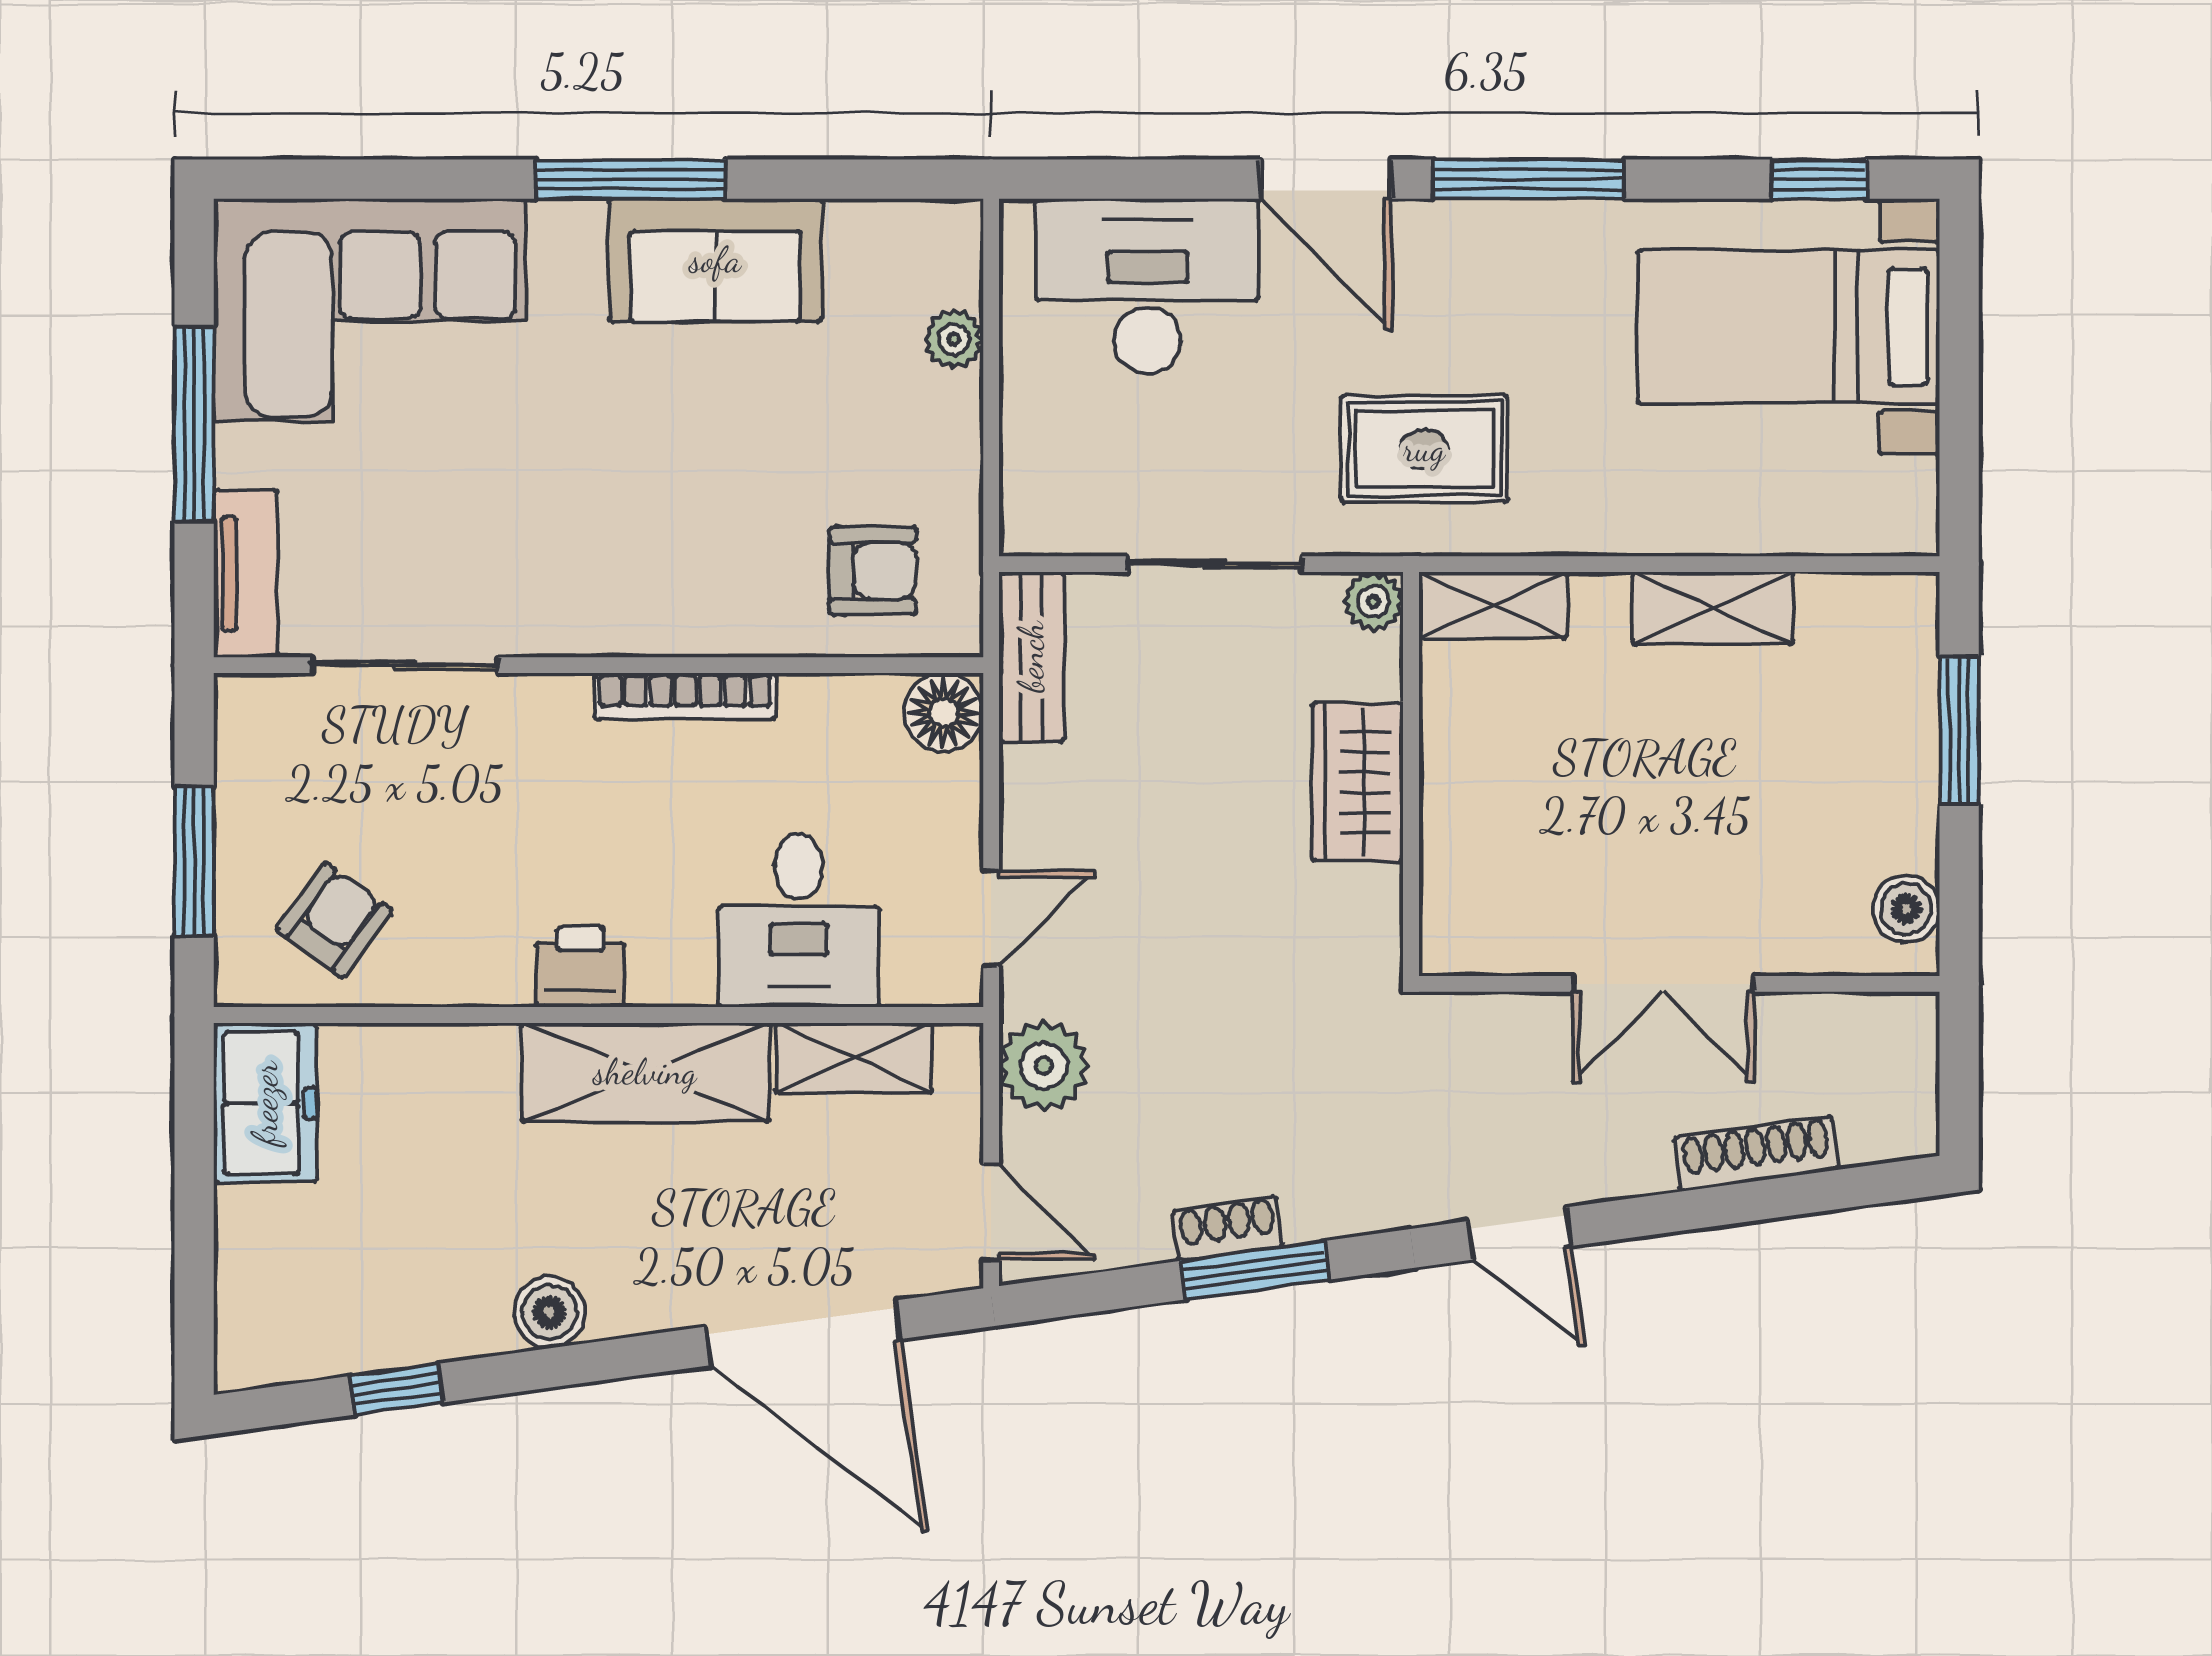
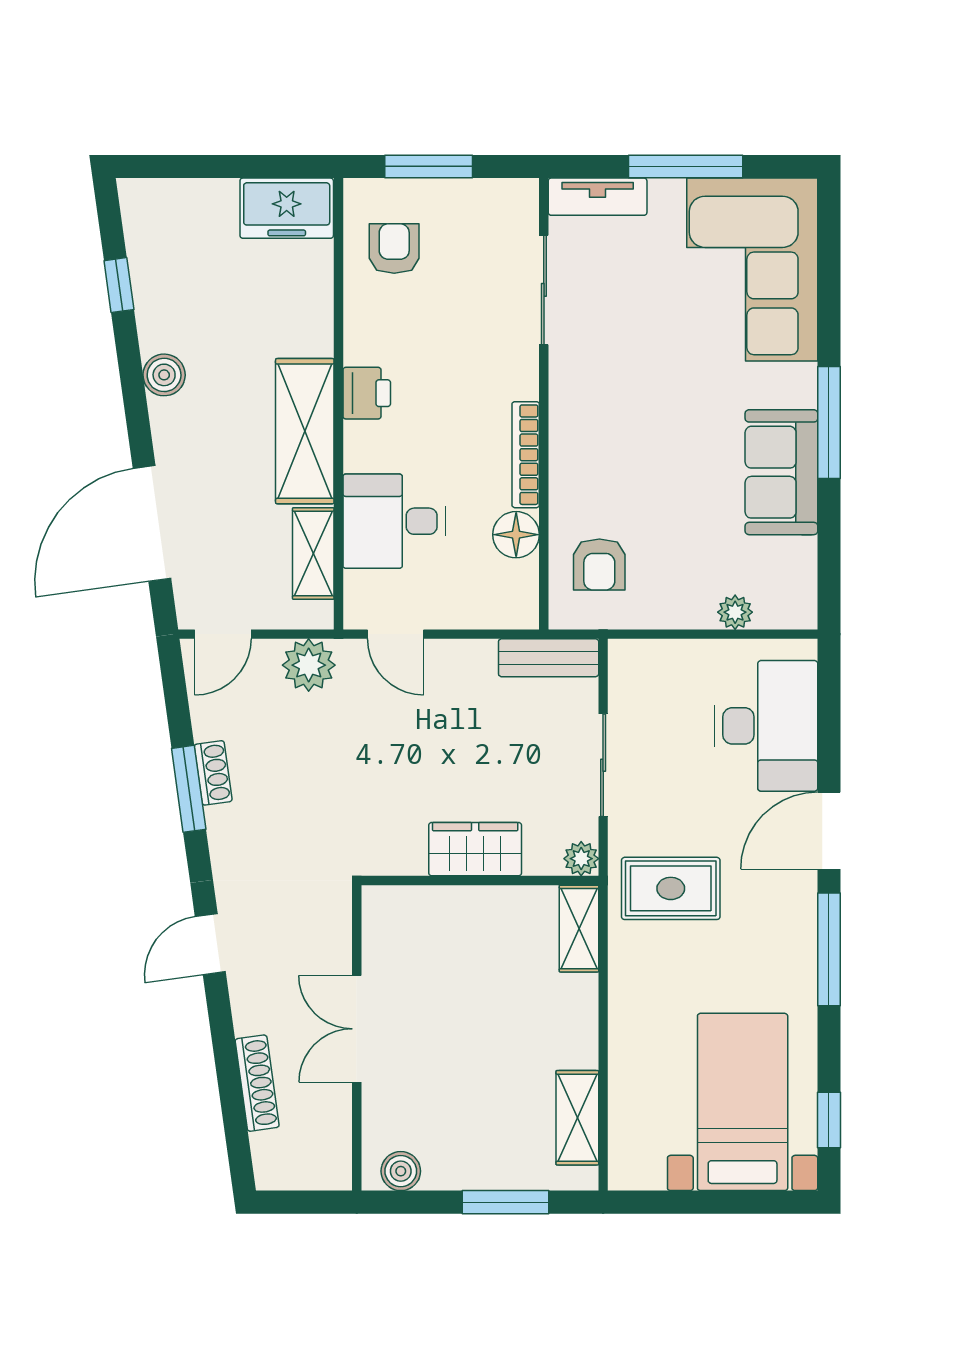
rug: (1424, 449) -> (671, 888), turned 90
shelving: (1713, 608) -> (577, 1118), moved
floor lamp: (944, 712) -> (516, 535), moved
armchair: (334, 920) -> (394, 249), turned -126

